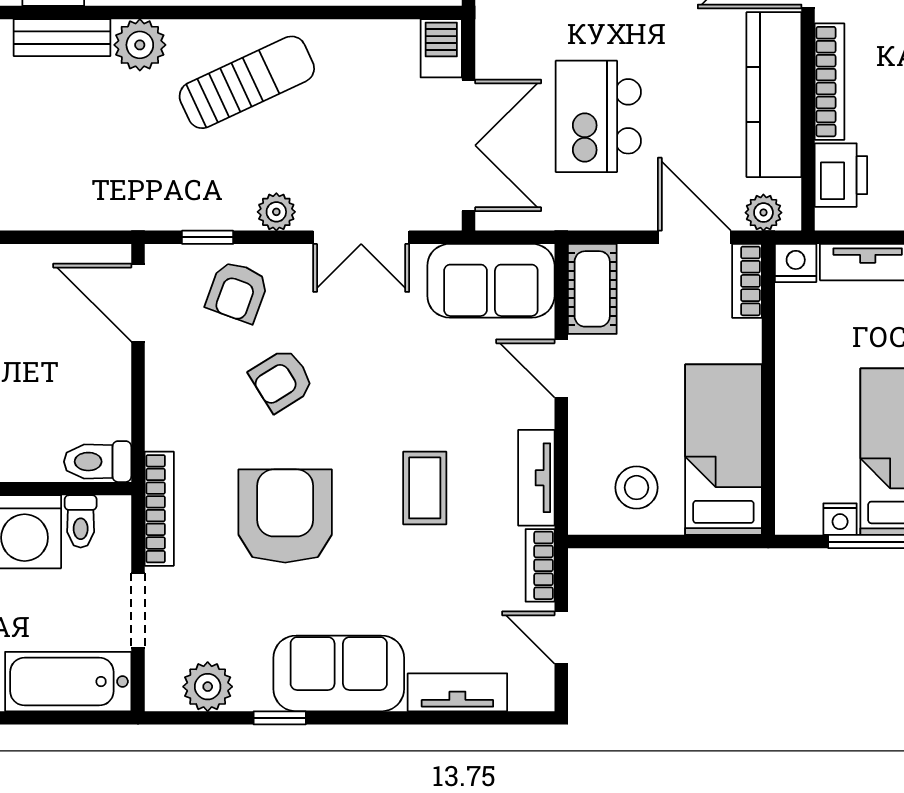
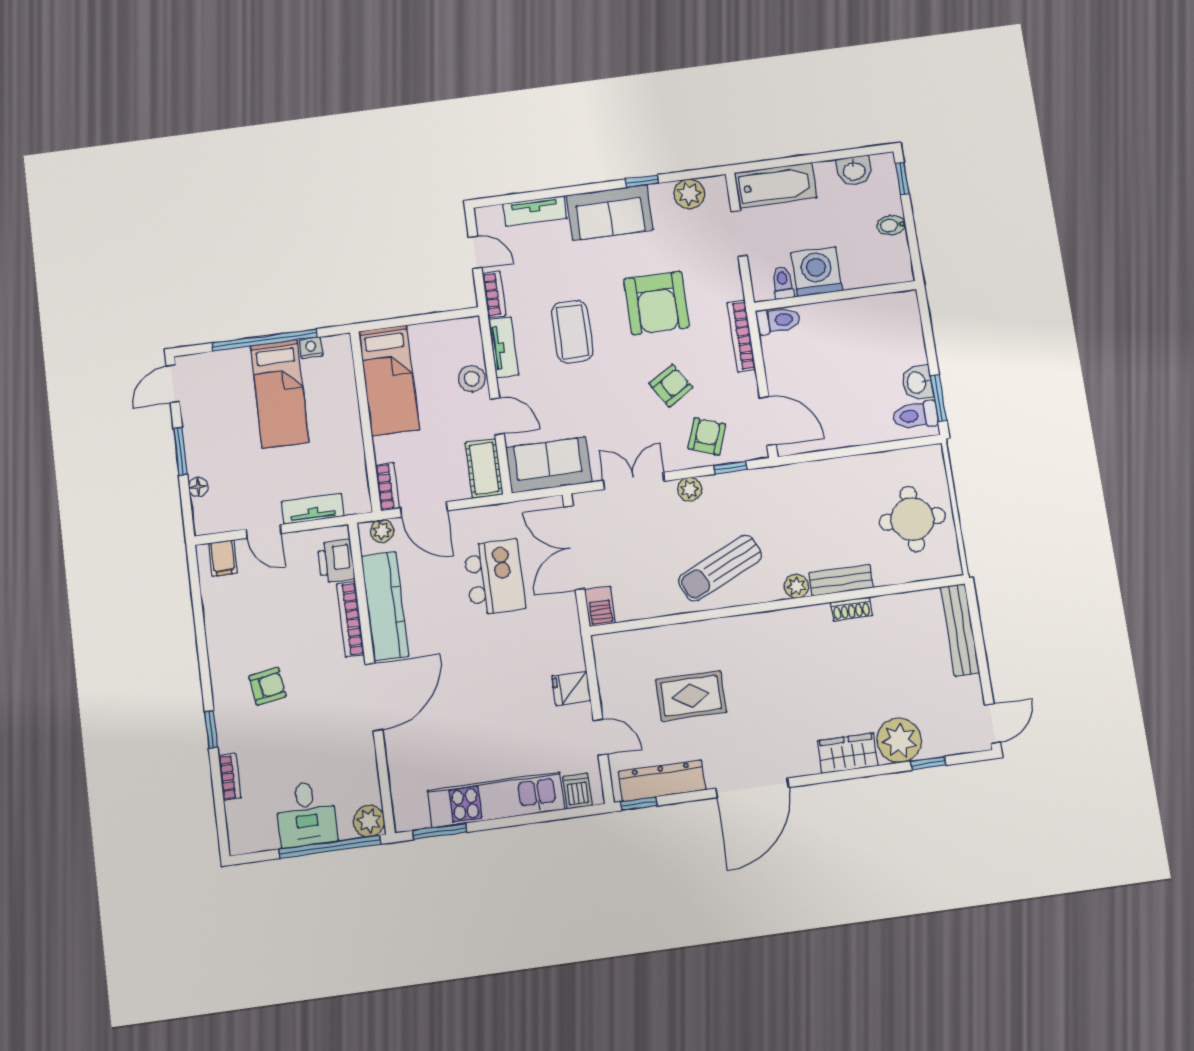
plant: (140, 45) -> (796, 586), width x0.73, depth x0.73
nightstand: (796, 263) -> (358, 502), removed
coffee table: (425, 488) -> (572, 332), width x1.36, depth x1.30
stool: (637, 488) -> (472, 379), moved
bookcase: (159, 509) -> (741, 336), moved

